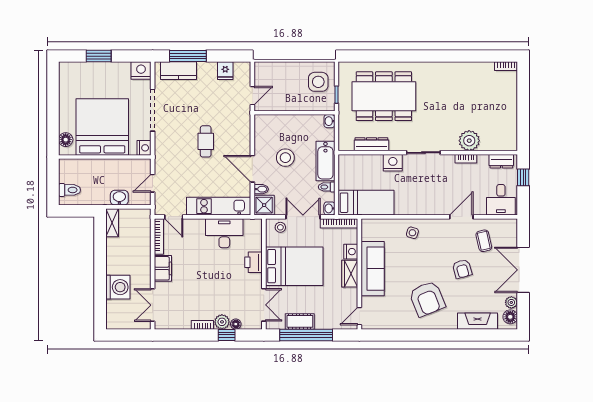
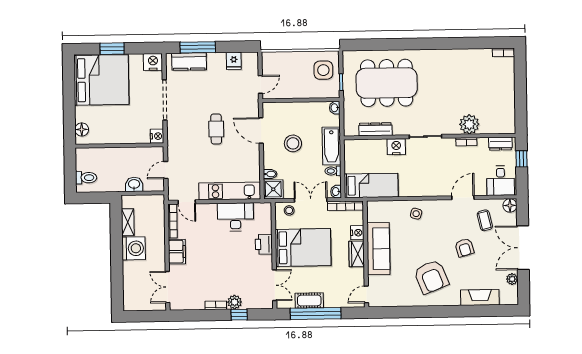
bed: (102, 127) -> (101, 80), moved, turned 90
door: (252, 169) -> (261, 131), moved
shelving: (112, 223) -> (128, 222), moved
washing machine: (118, 287) -> (134, 248), moved
floor lamp: (510, 317) -> (510, 205), moved
floor lamp: (236, 324) -> (248, 304), removed

